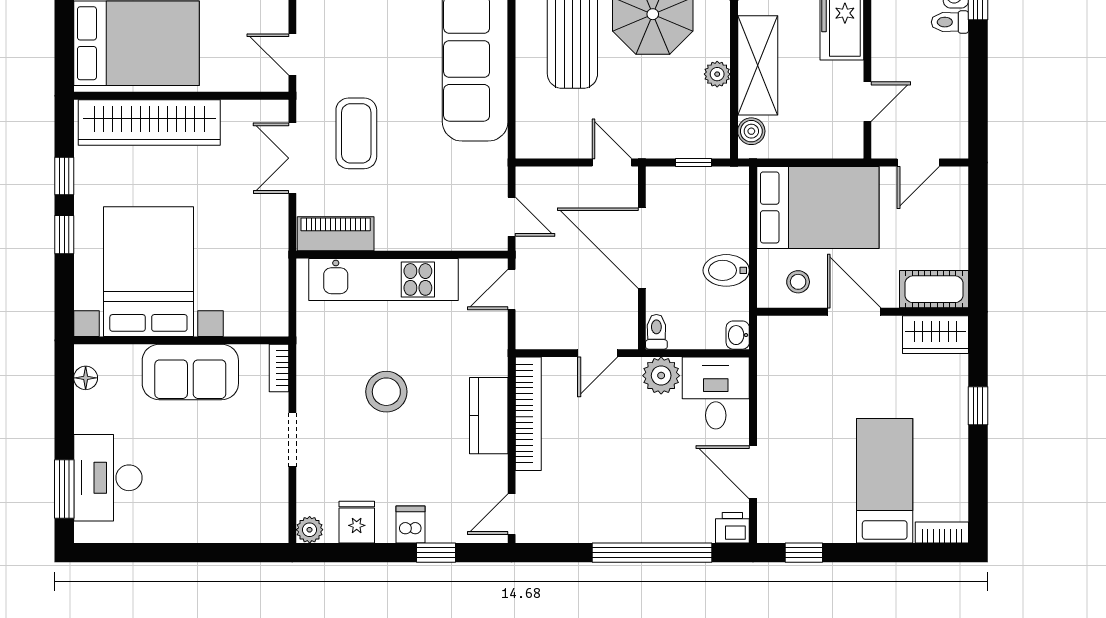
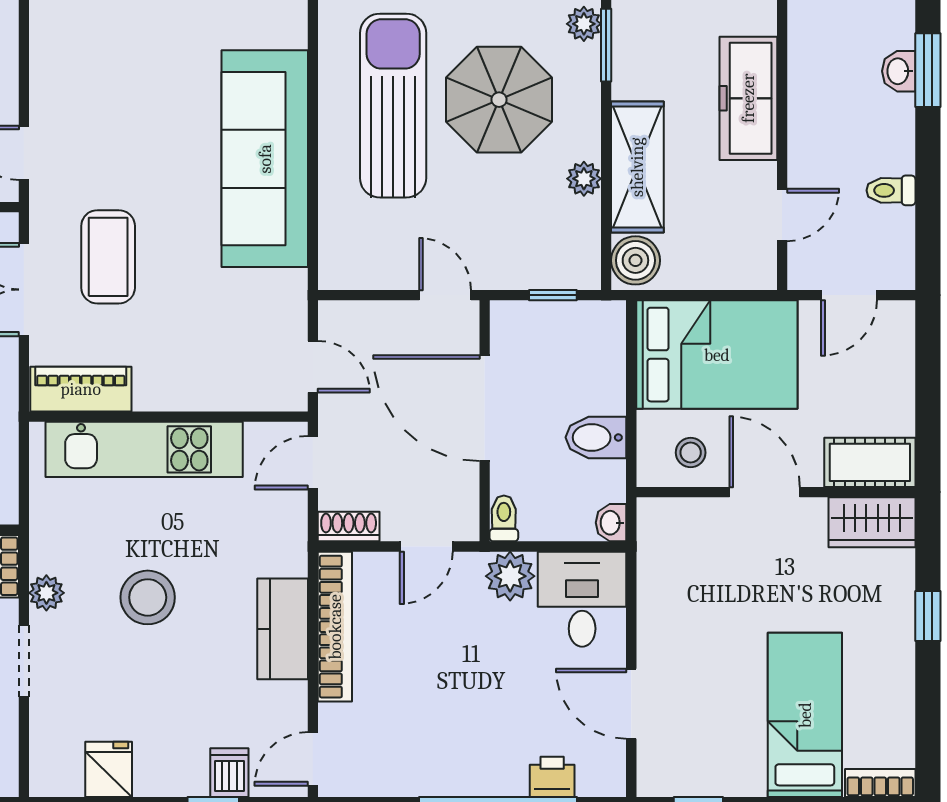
toilet: (950, 22) -> (891, 190), moved
boiler: (751, 131) -> (635, 260), width x1.36, depth x1.36
shoe rack: (539, 338) -> (349, 527), added
dishwasher: (411, 525) -> (229, 773), moved
printer: (732, 528) -> (552, 777), moved
plant: (310, 530) -> (46, 593), moved

